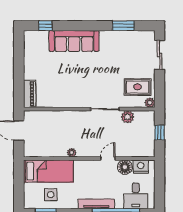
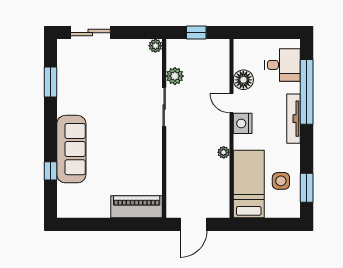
window: (45, 26) -> (51, 171), moved
rug: (138, 87) -> (134, 63), removed
piano: (30, 94) -> (137, 207), width x1.37, depth x1.33
nightstand: (141, 167) -> (243, 123), moved

